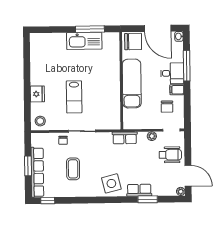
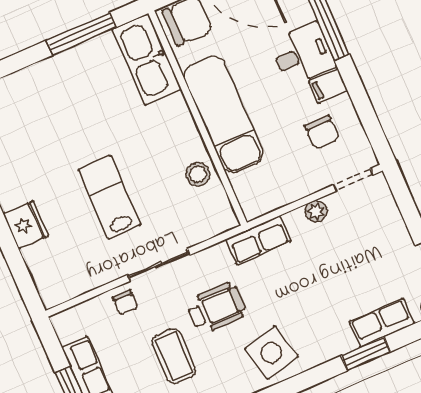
kitchen sink: (84, 41) -> (147, 59), moved, turned 90
lab bench: (74, 97) -> (109, 197), turned 180
stool: (40, 121) -> (198, 174), moved
wheelchair: (170, 155) -> (216, 308), moved
row of seats: (139, 190) -> (382, 323), moved

